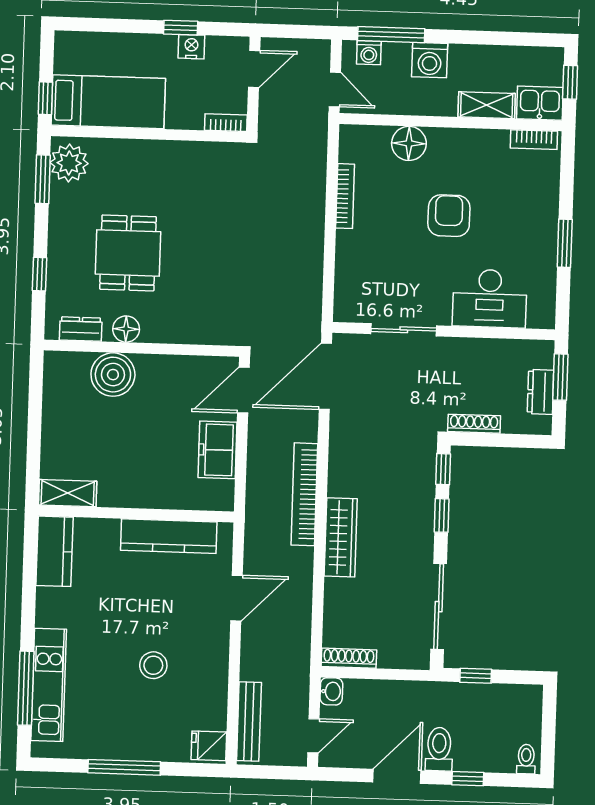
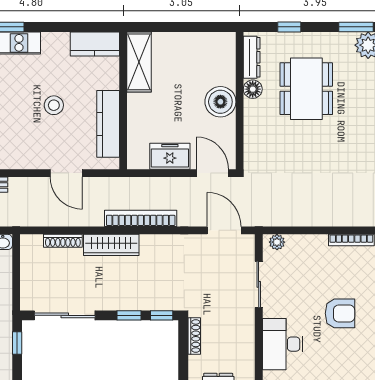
dining table: (128, 253) -> (306, 89), width x1.38
plant: (344, 302) -> (277, 242), added
dresser: (81, 329) -> (252, 57), width x1.44
boiler: (113, 375) -> (220, 102), moved
door: (325, 376) -> (224, 230), width x0.73
shelving: (68, 493) -> (139, 62), width x1.50, depth x1.33
shoe rack: (349, 658) -> (63, 241), moved, turned 90
stool: (153, 665) -> (54, 105), moved

